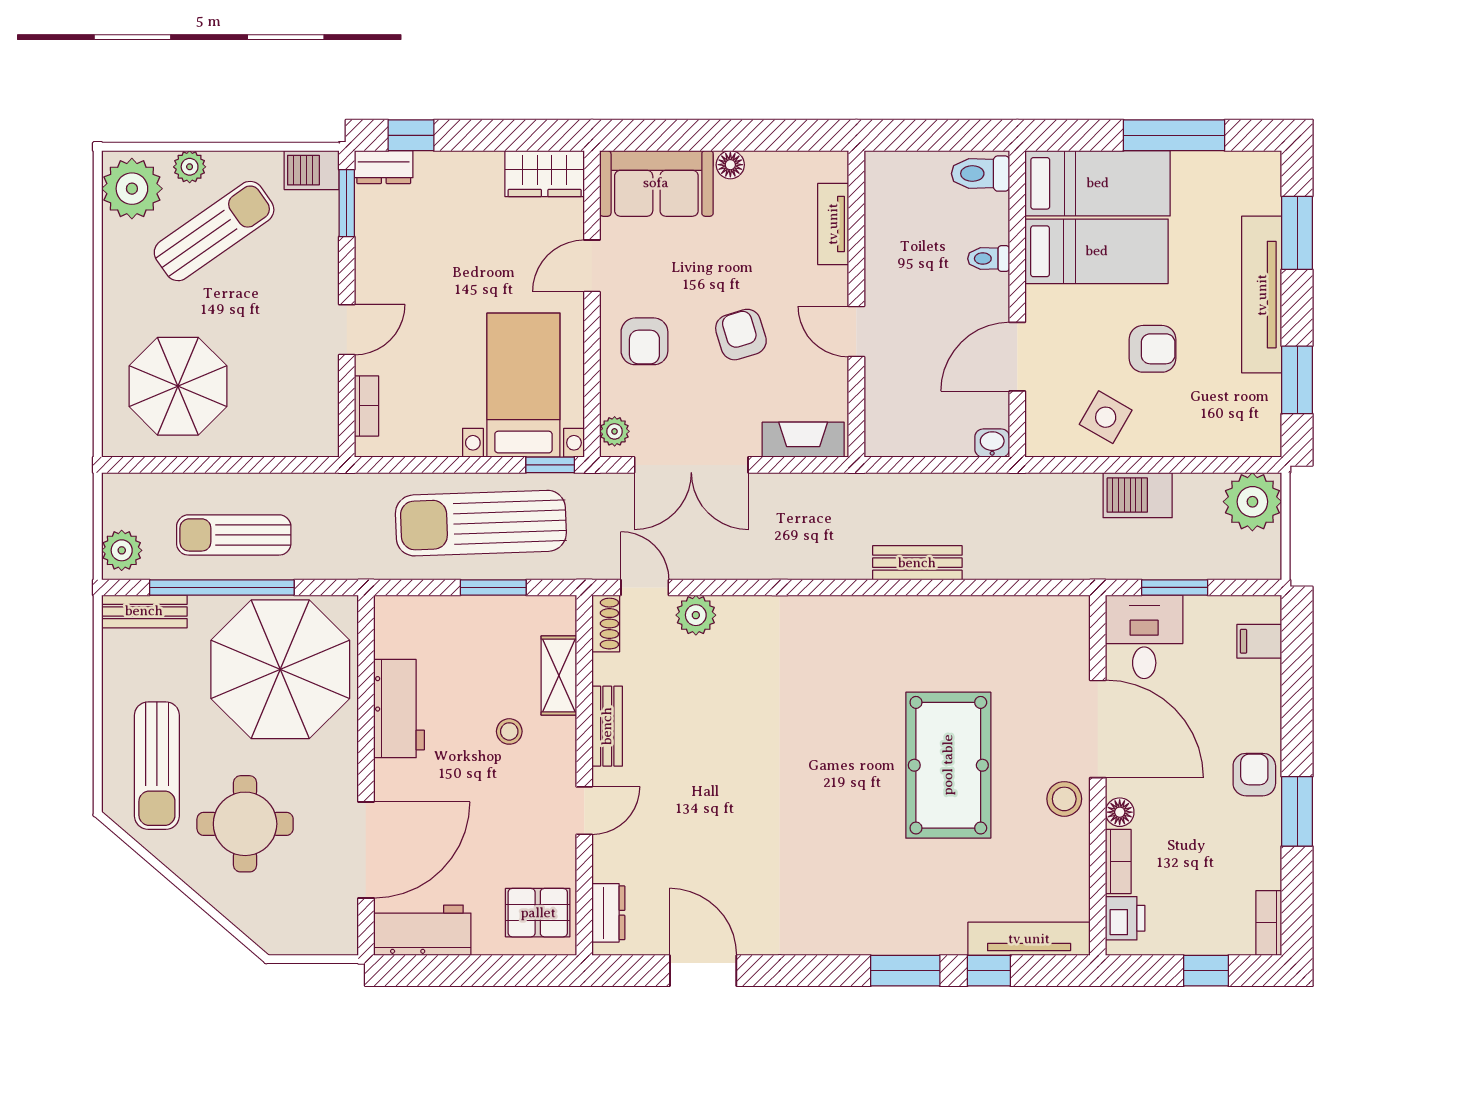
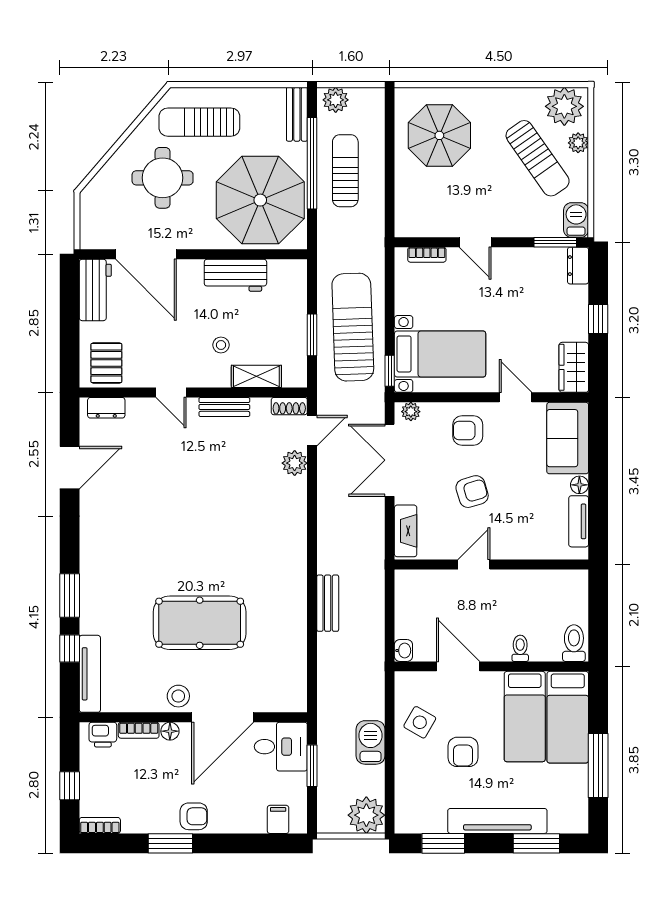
window: (411, 135) -> (598, 319), moved
tv unit: (833, 224) -> (579, 521), moved, turned -90

